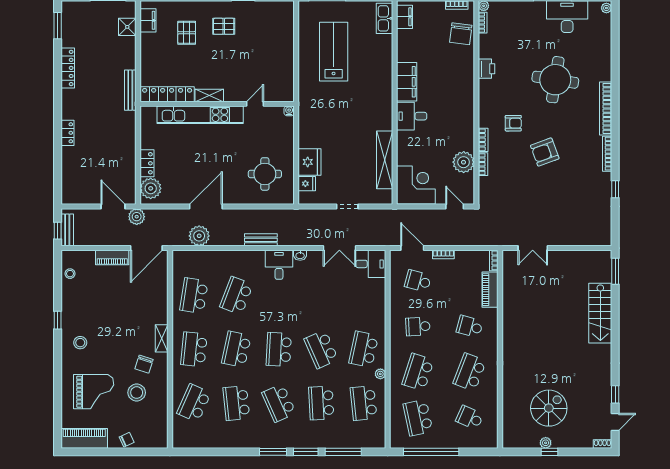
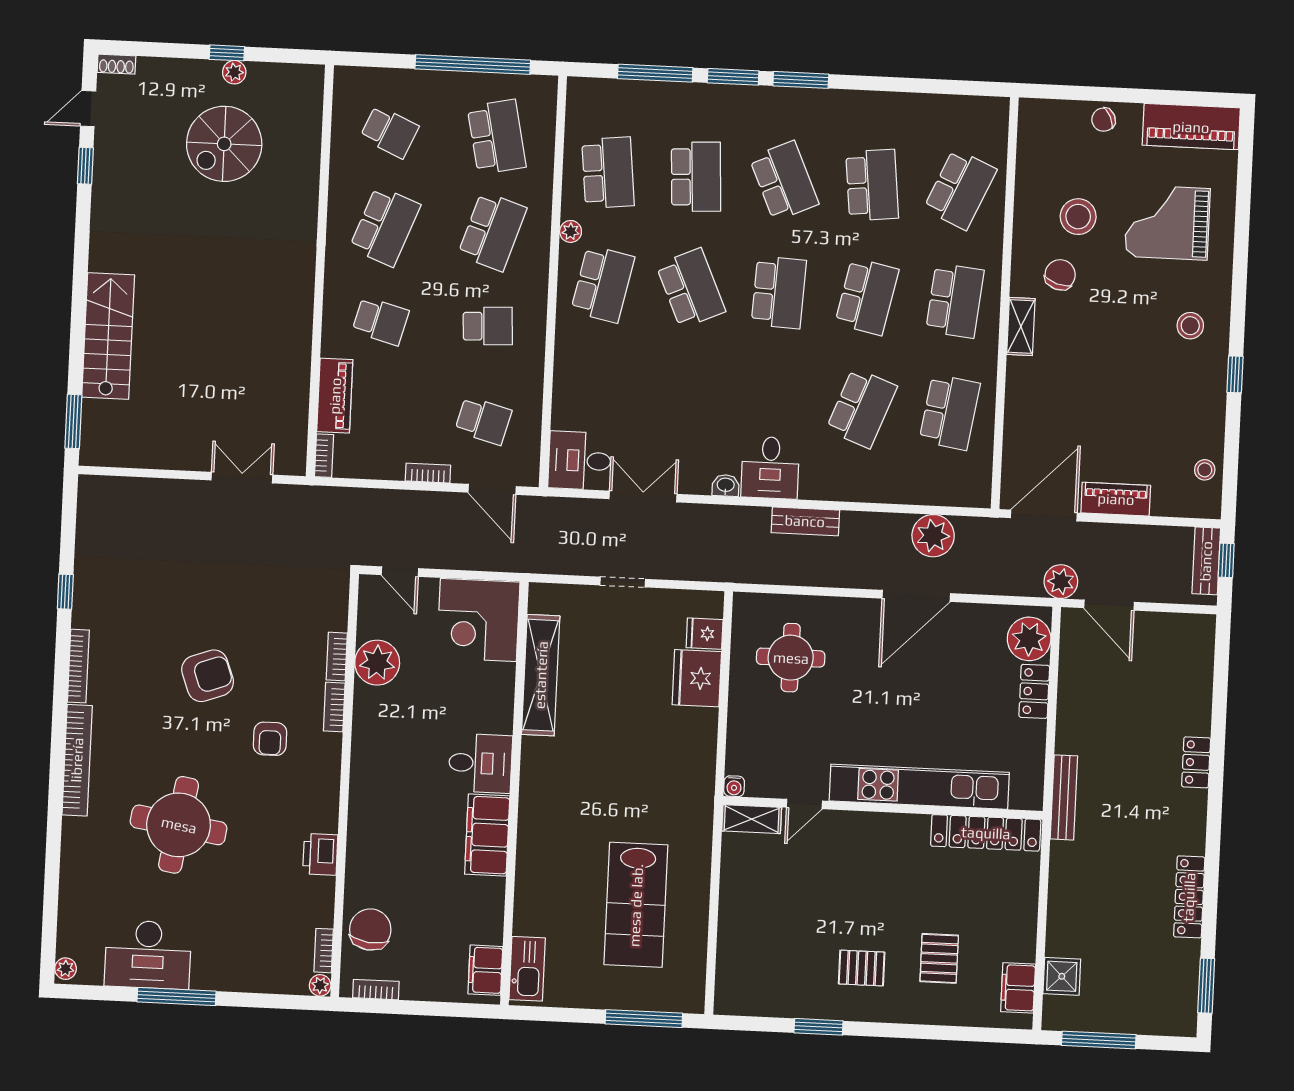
bench: (130, 90) -> (1064, 797), moved
shelving: (209, 95) -> (752, 819), moved
armchair: (513, 123) -> (270, 739), turned -90

